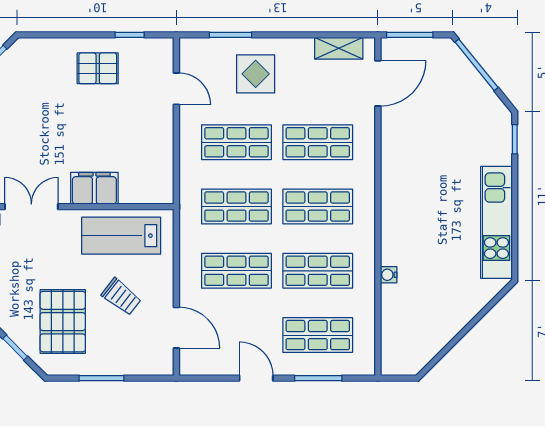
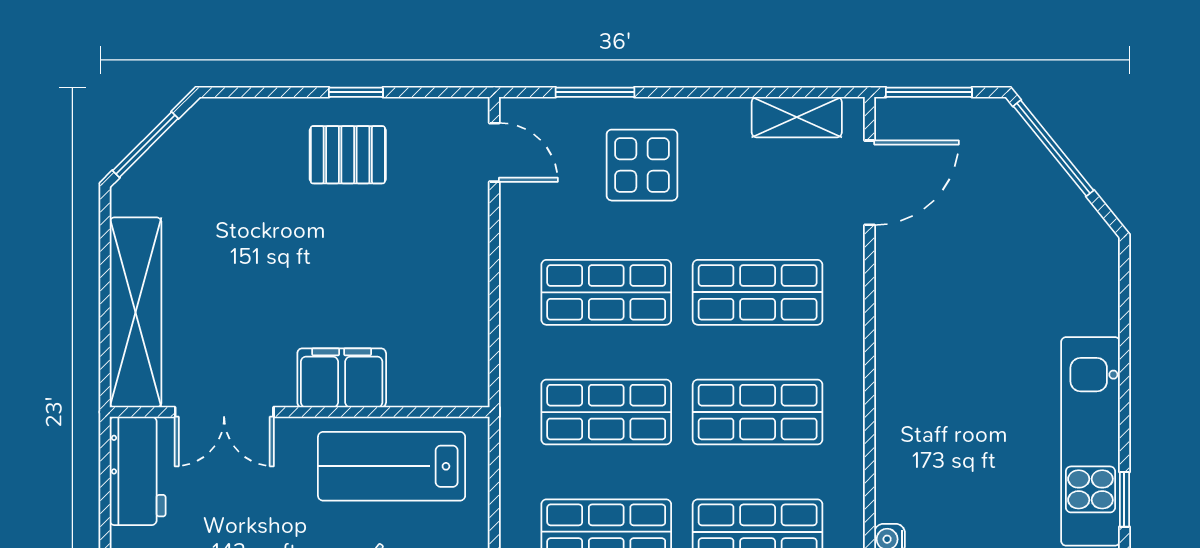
window: (130, 35) -> (356, 92), moved
door: (176, 89) -> (494, 152), moved
window: (515, 139) -> (1124, 499), moved
double door: (31, 207) -> (224, 412), swing flipped

